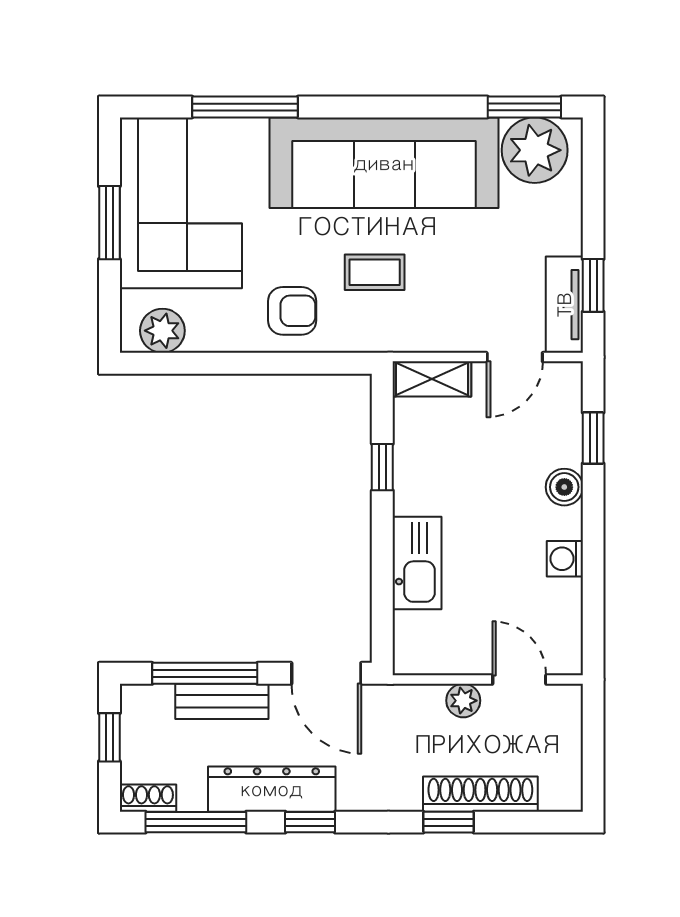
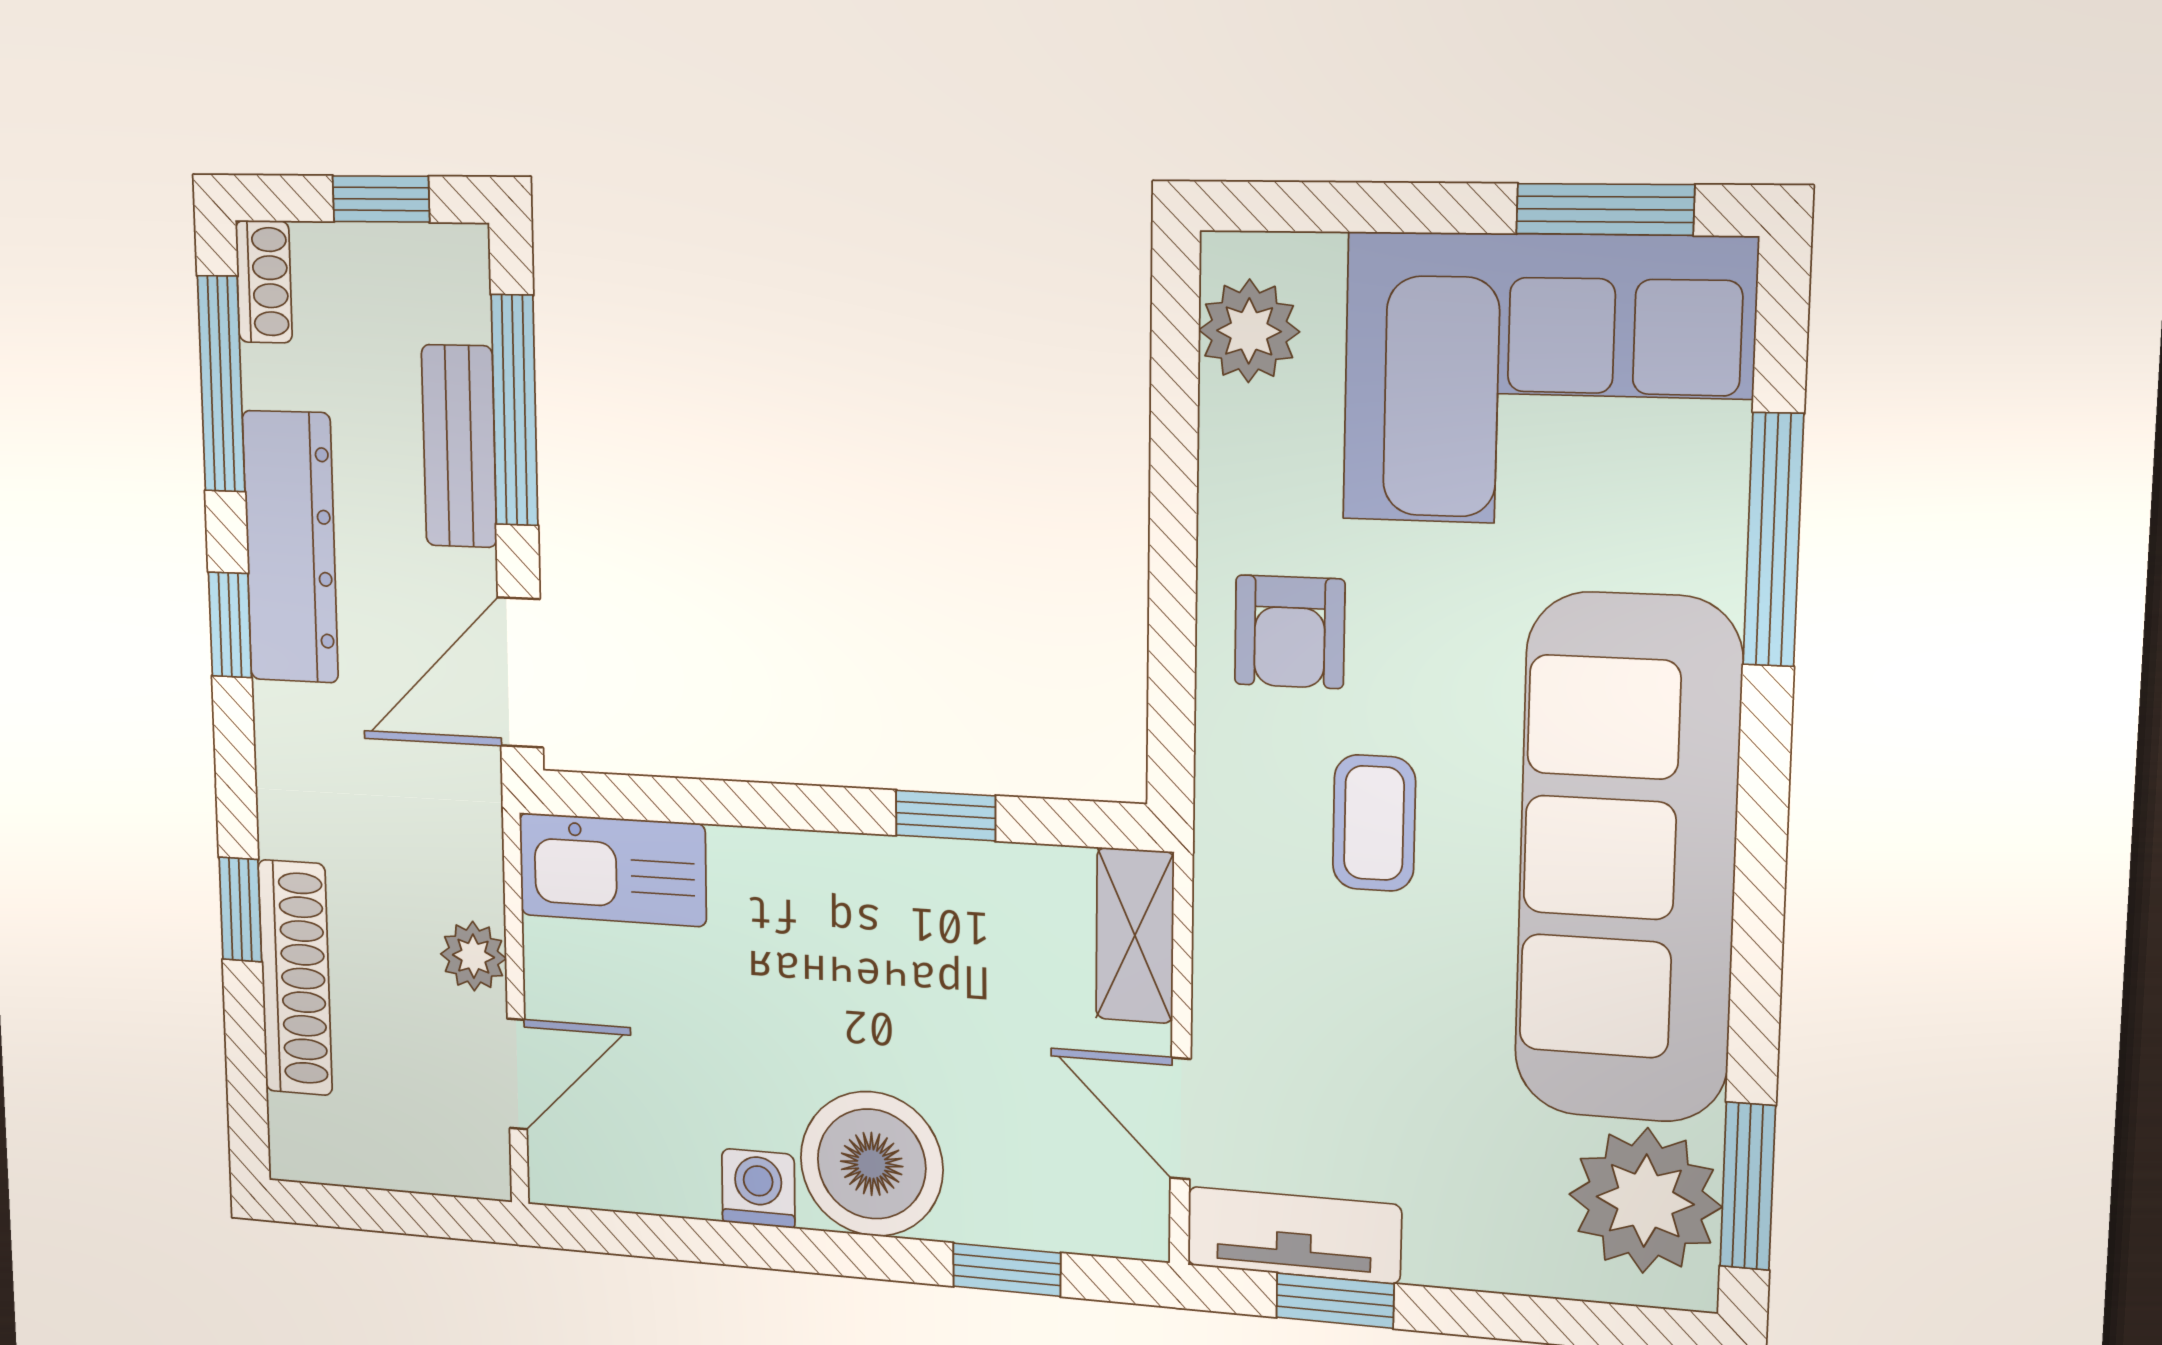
window: (109, 223) -> (1605, 209), moved
boiler: (564, 487) -> (872, 1164), width x1.86, depth x1.86
kitchen sink: (417, 563) -> (612, 870), moved

